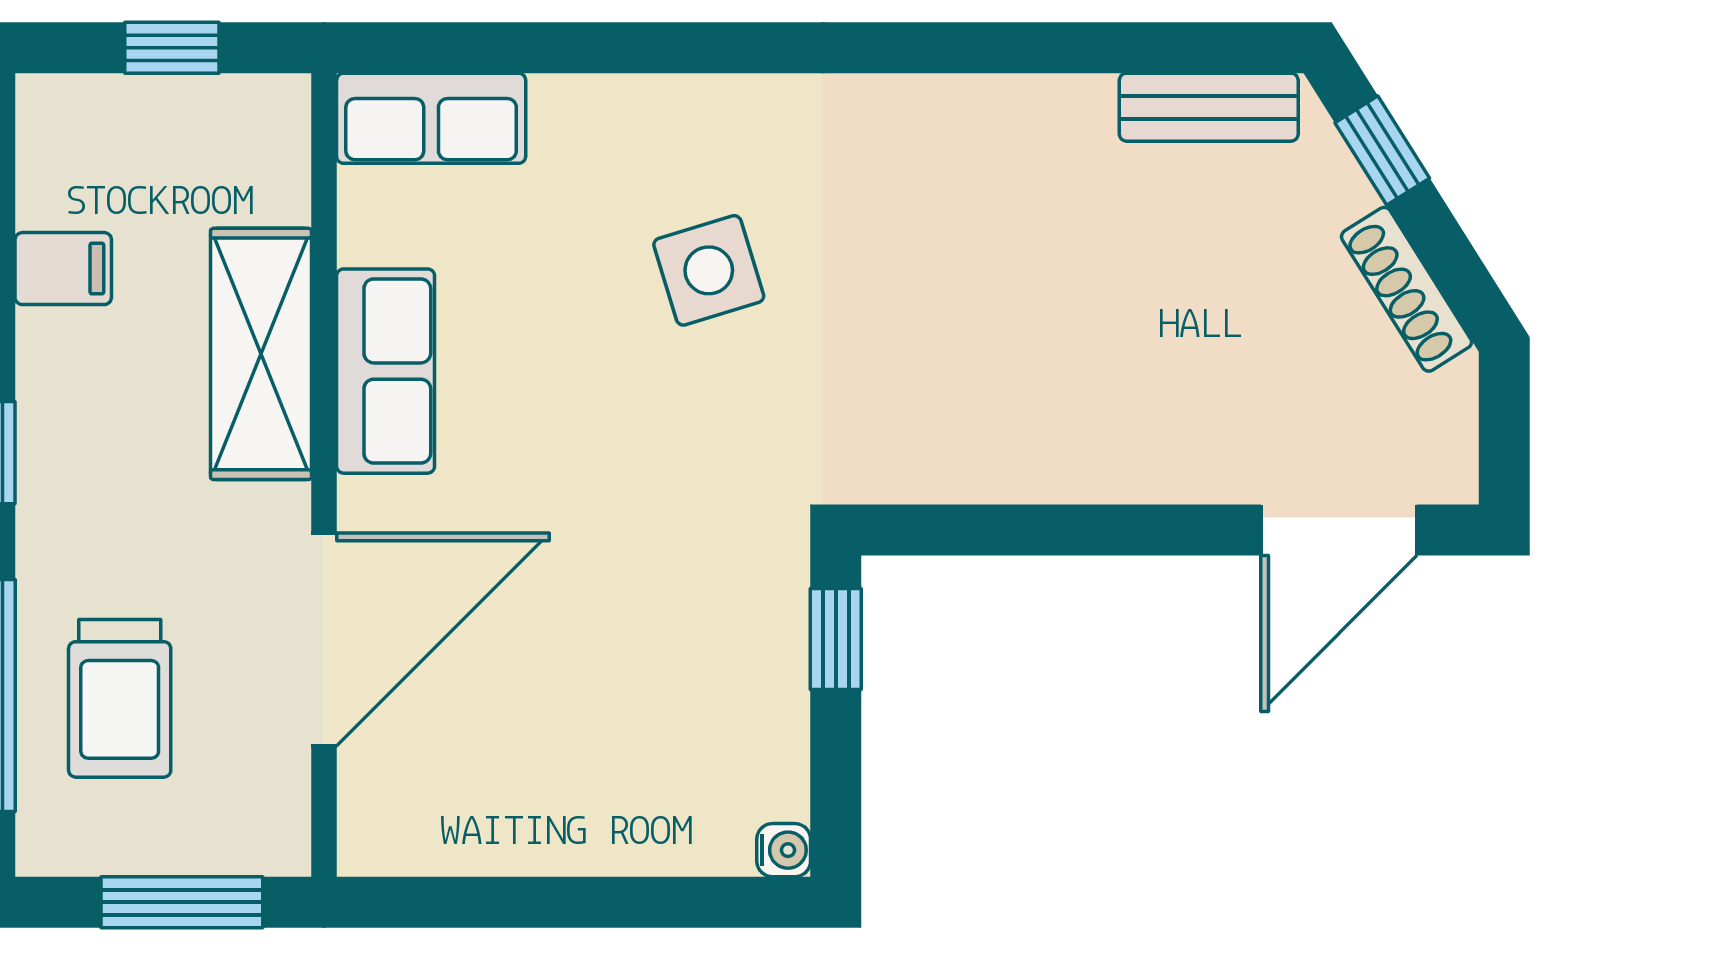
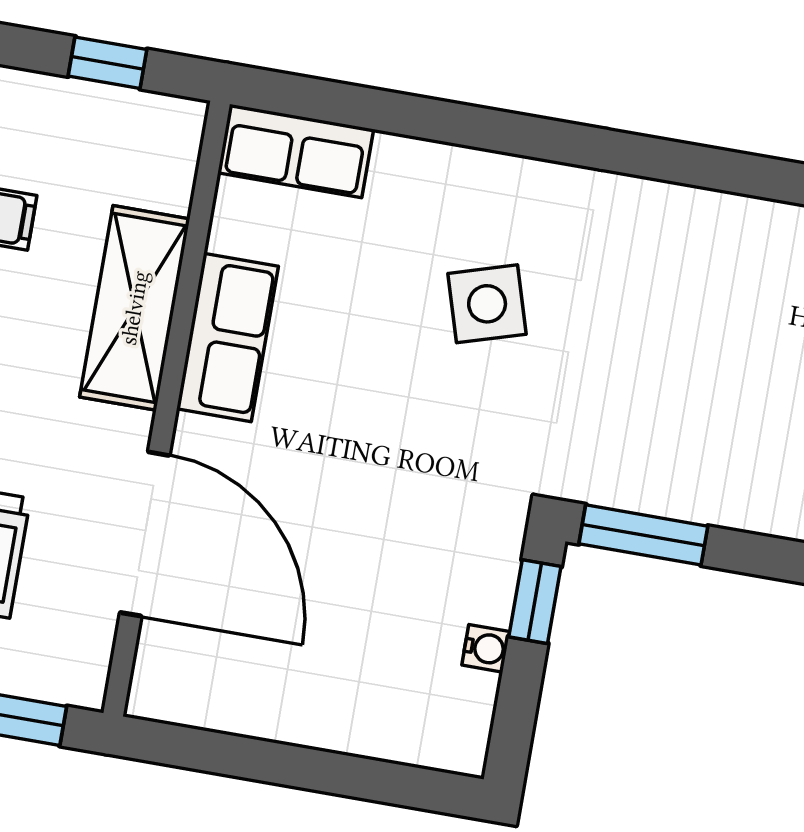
window: (959, 530) -> (643, 535), added
door: (324, 639) -> (145, 534), hinge flipped
water cooler: (784, 850) -> (486, 648), moved

